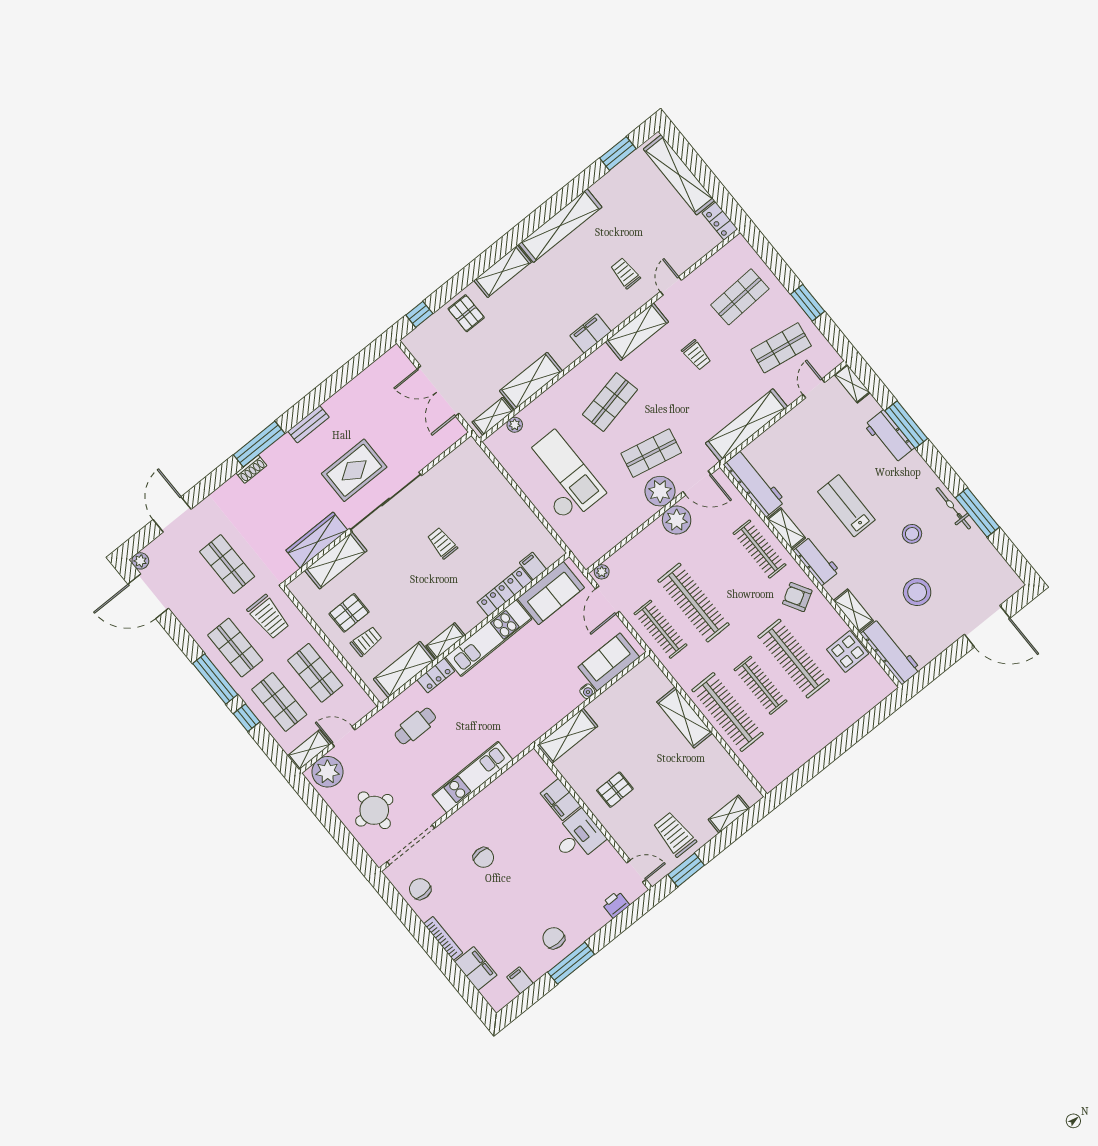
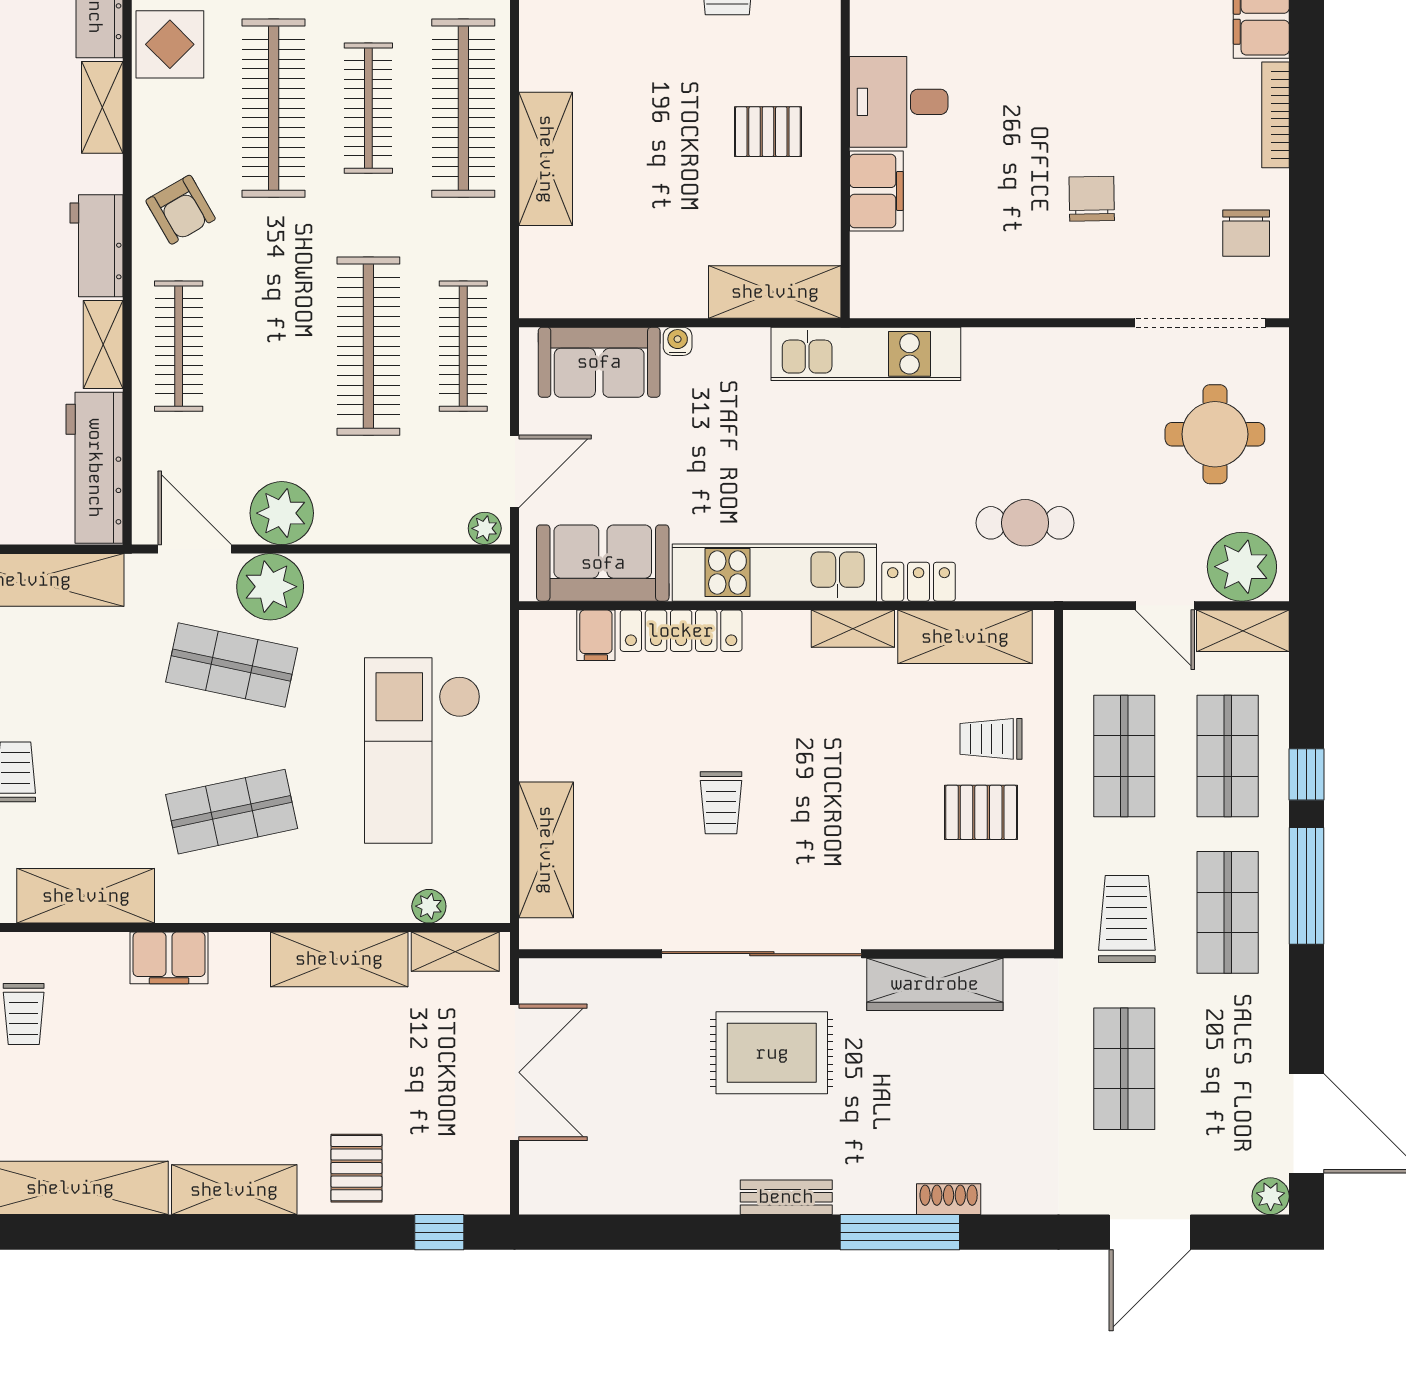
shelving: (336, 560) -> (546, 850), moved, turned 90
kitchen unit: (472, 777) -> (866, 354), moved

